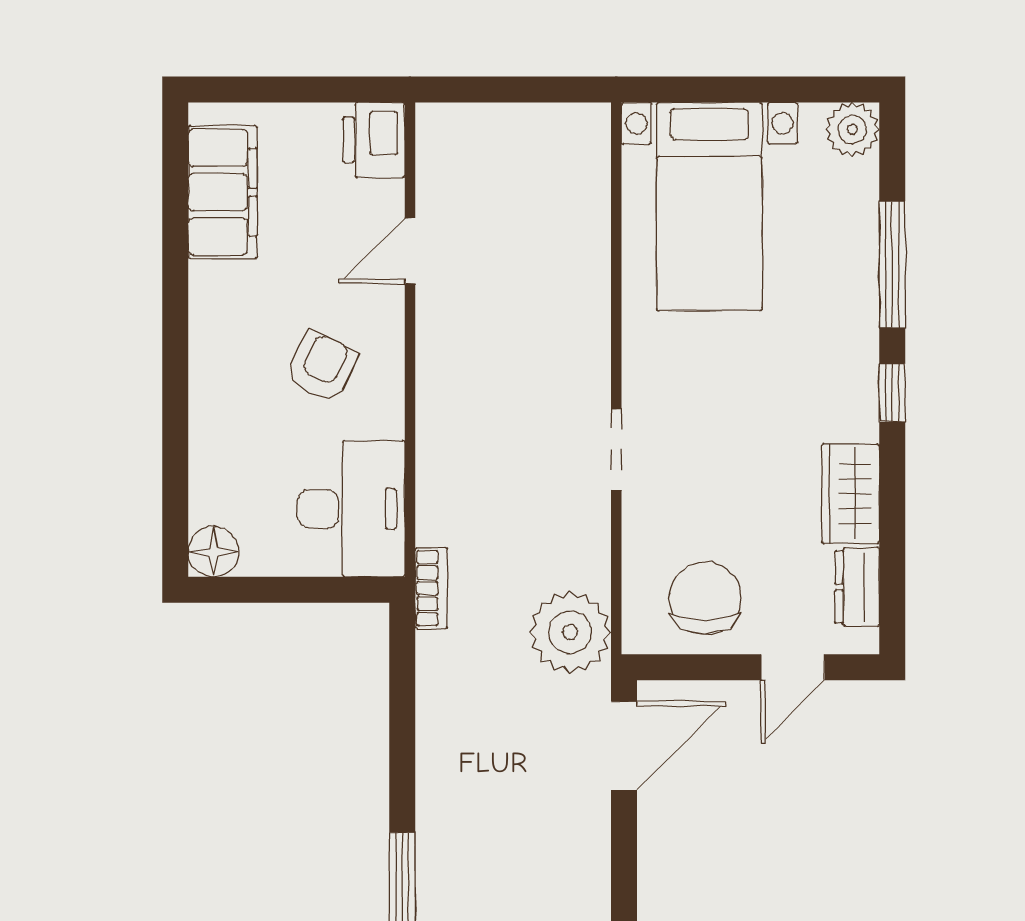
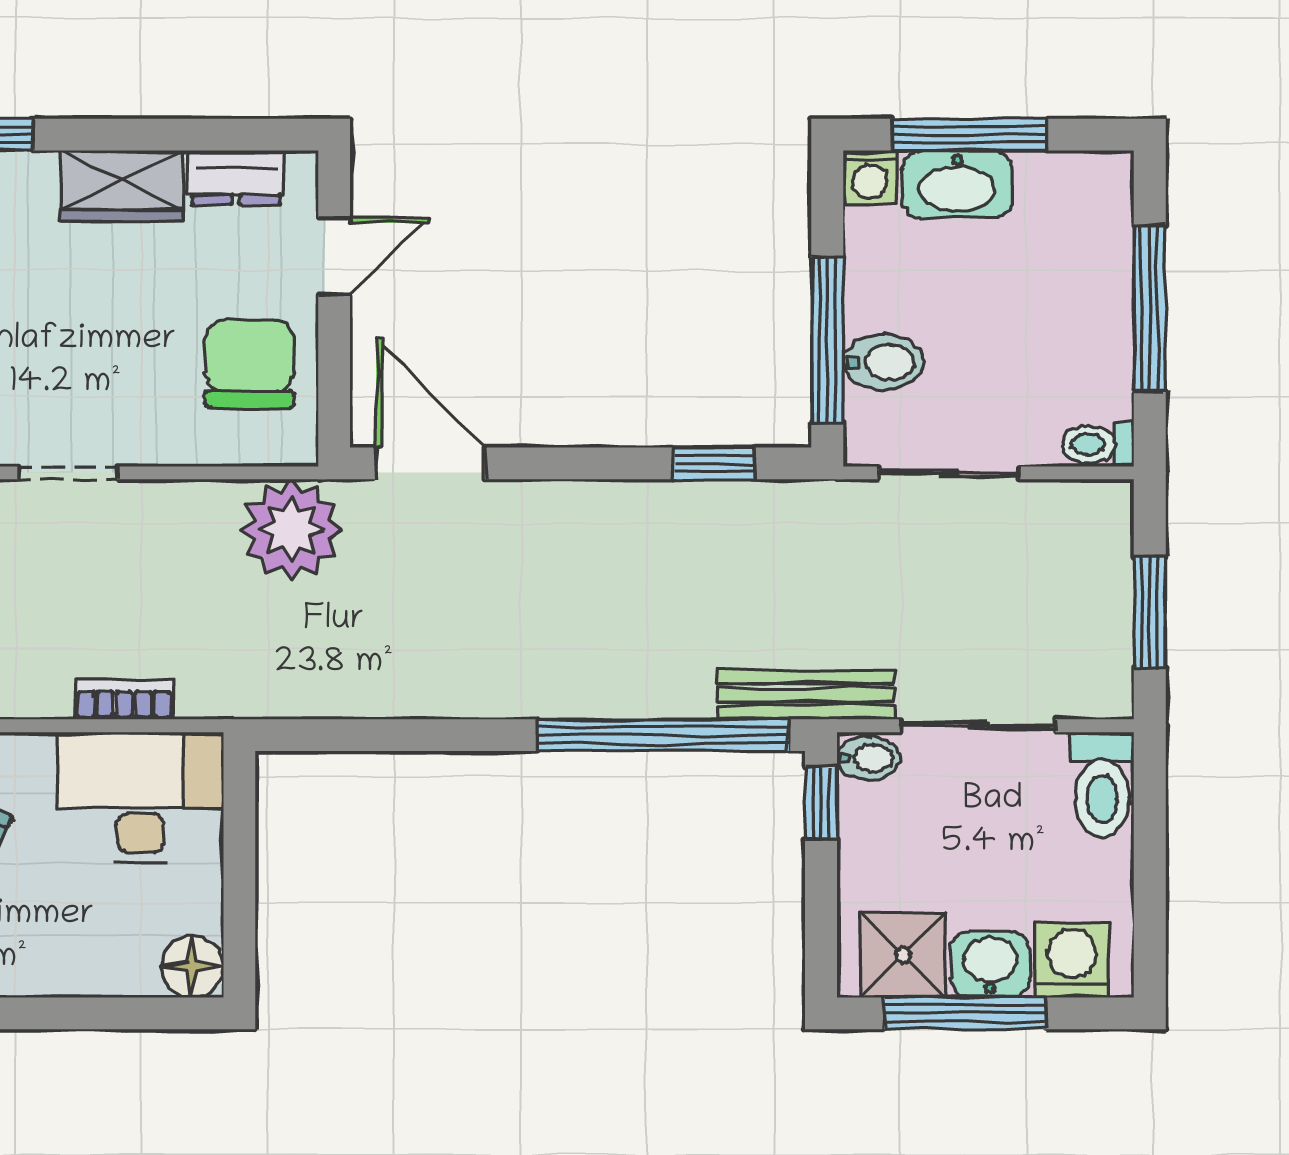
bookcase: (431, 588) -> (124, 700), moved
chair: (705, 598) -> (250, 364), turned 90
door: (793, 667) -> (334, 256), hinge flipped

